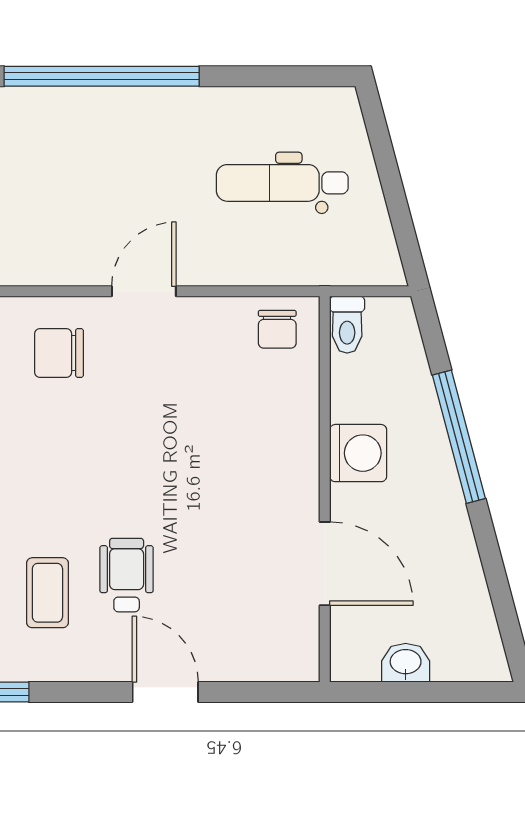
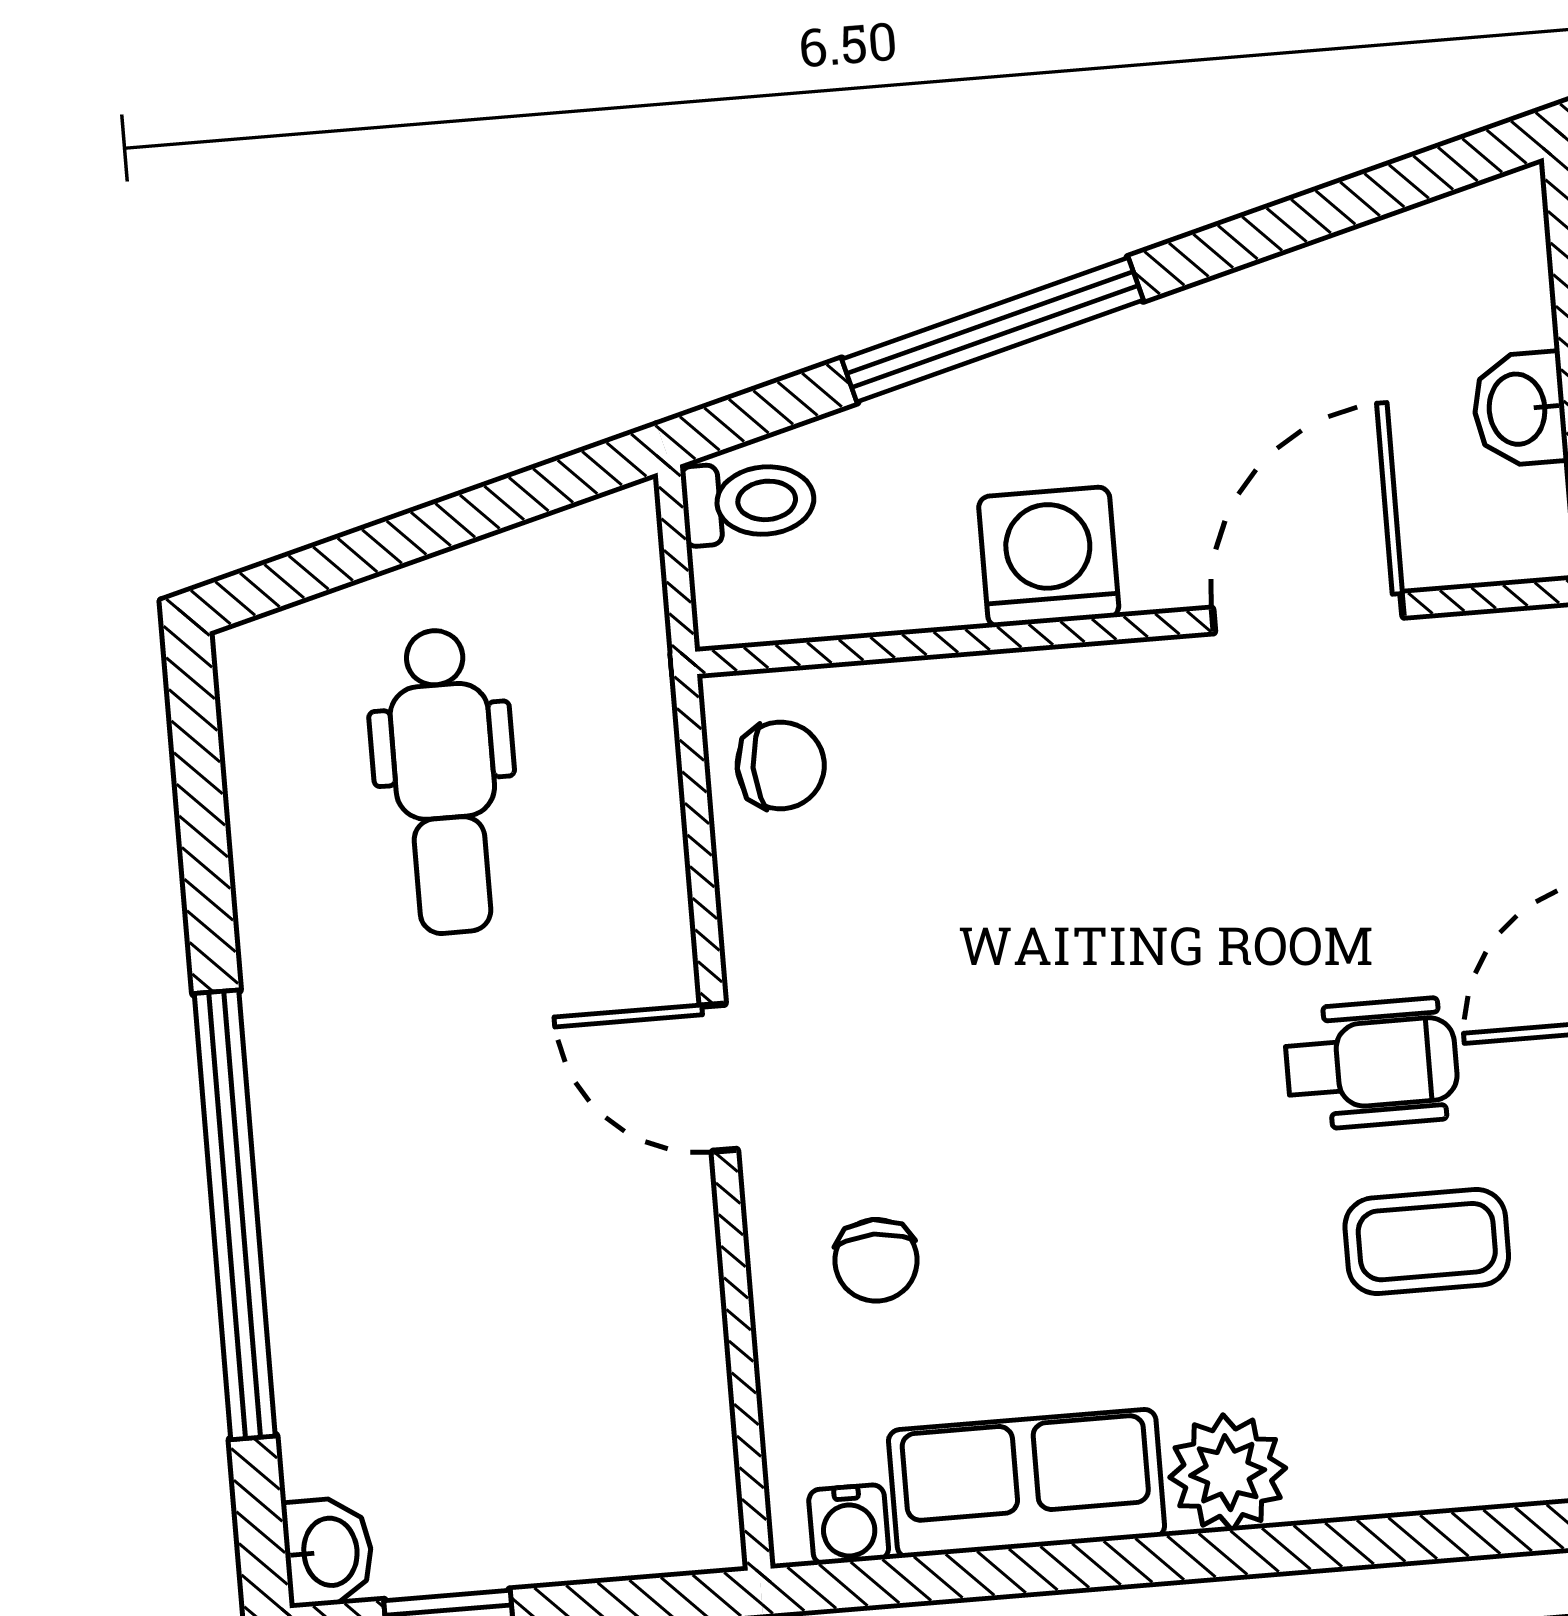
toilet: (347, 325) -> (748, 502), moved
chair: (59, 353) -> (876, 1260), width x0.73, depth x0.73
wheelchair: (127, 575) -> (1371, 1064), turned 180

